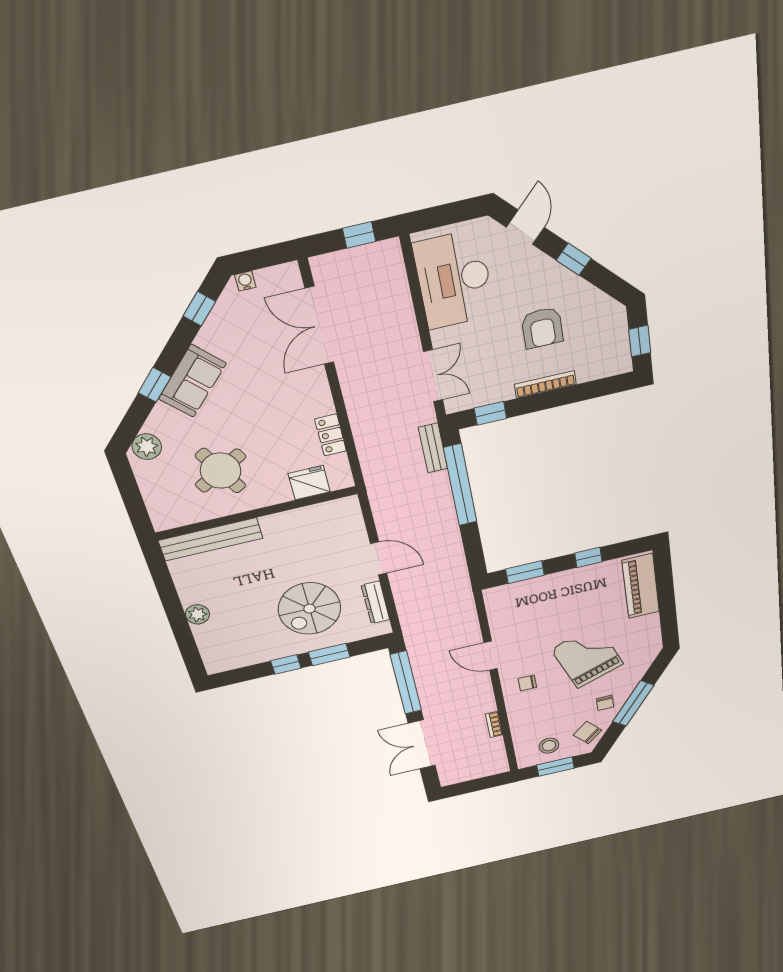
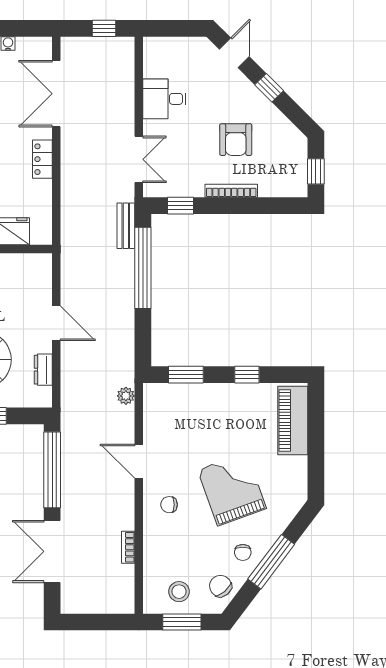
desk: (454, 280) -> (164, 99), width x0.53, depth x0.77
locker: (331, 435) -> (42, 159), moved
dresser: (375, 602) -> (43, 370), width x0.70
plant: (466, 605) -> (126, 396), added

